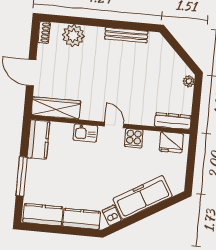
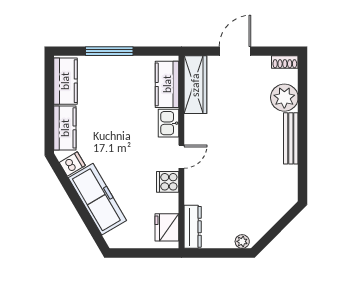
bench: (126, 35) -> (291, 138), moved
kitchen counter: (38, 140) -> (167, 84), moved, turned 90

